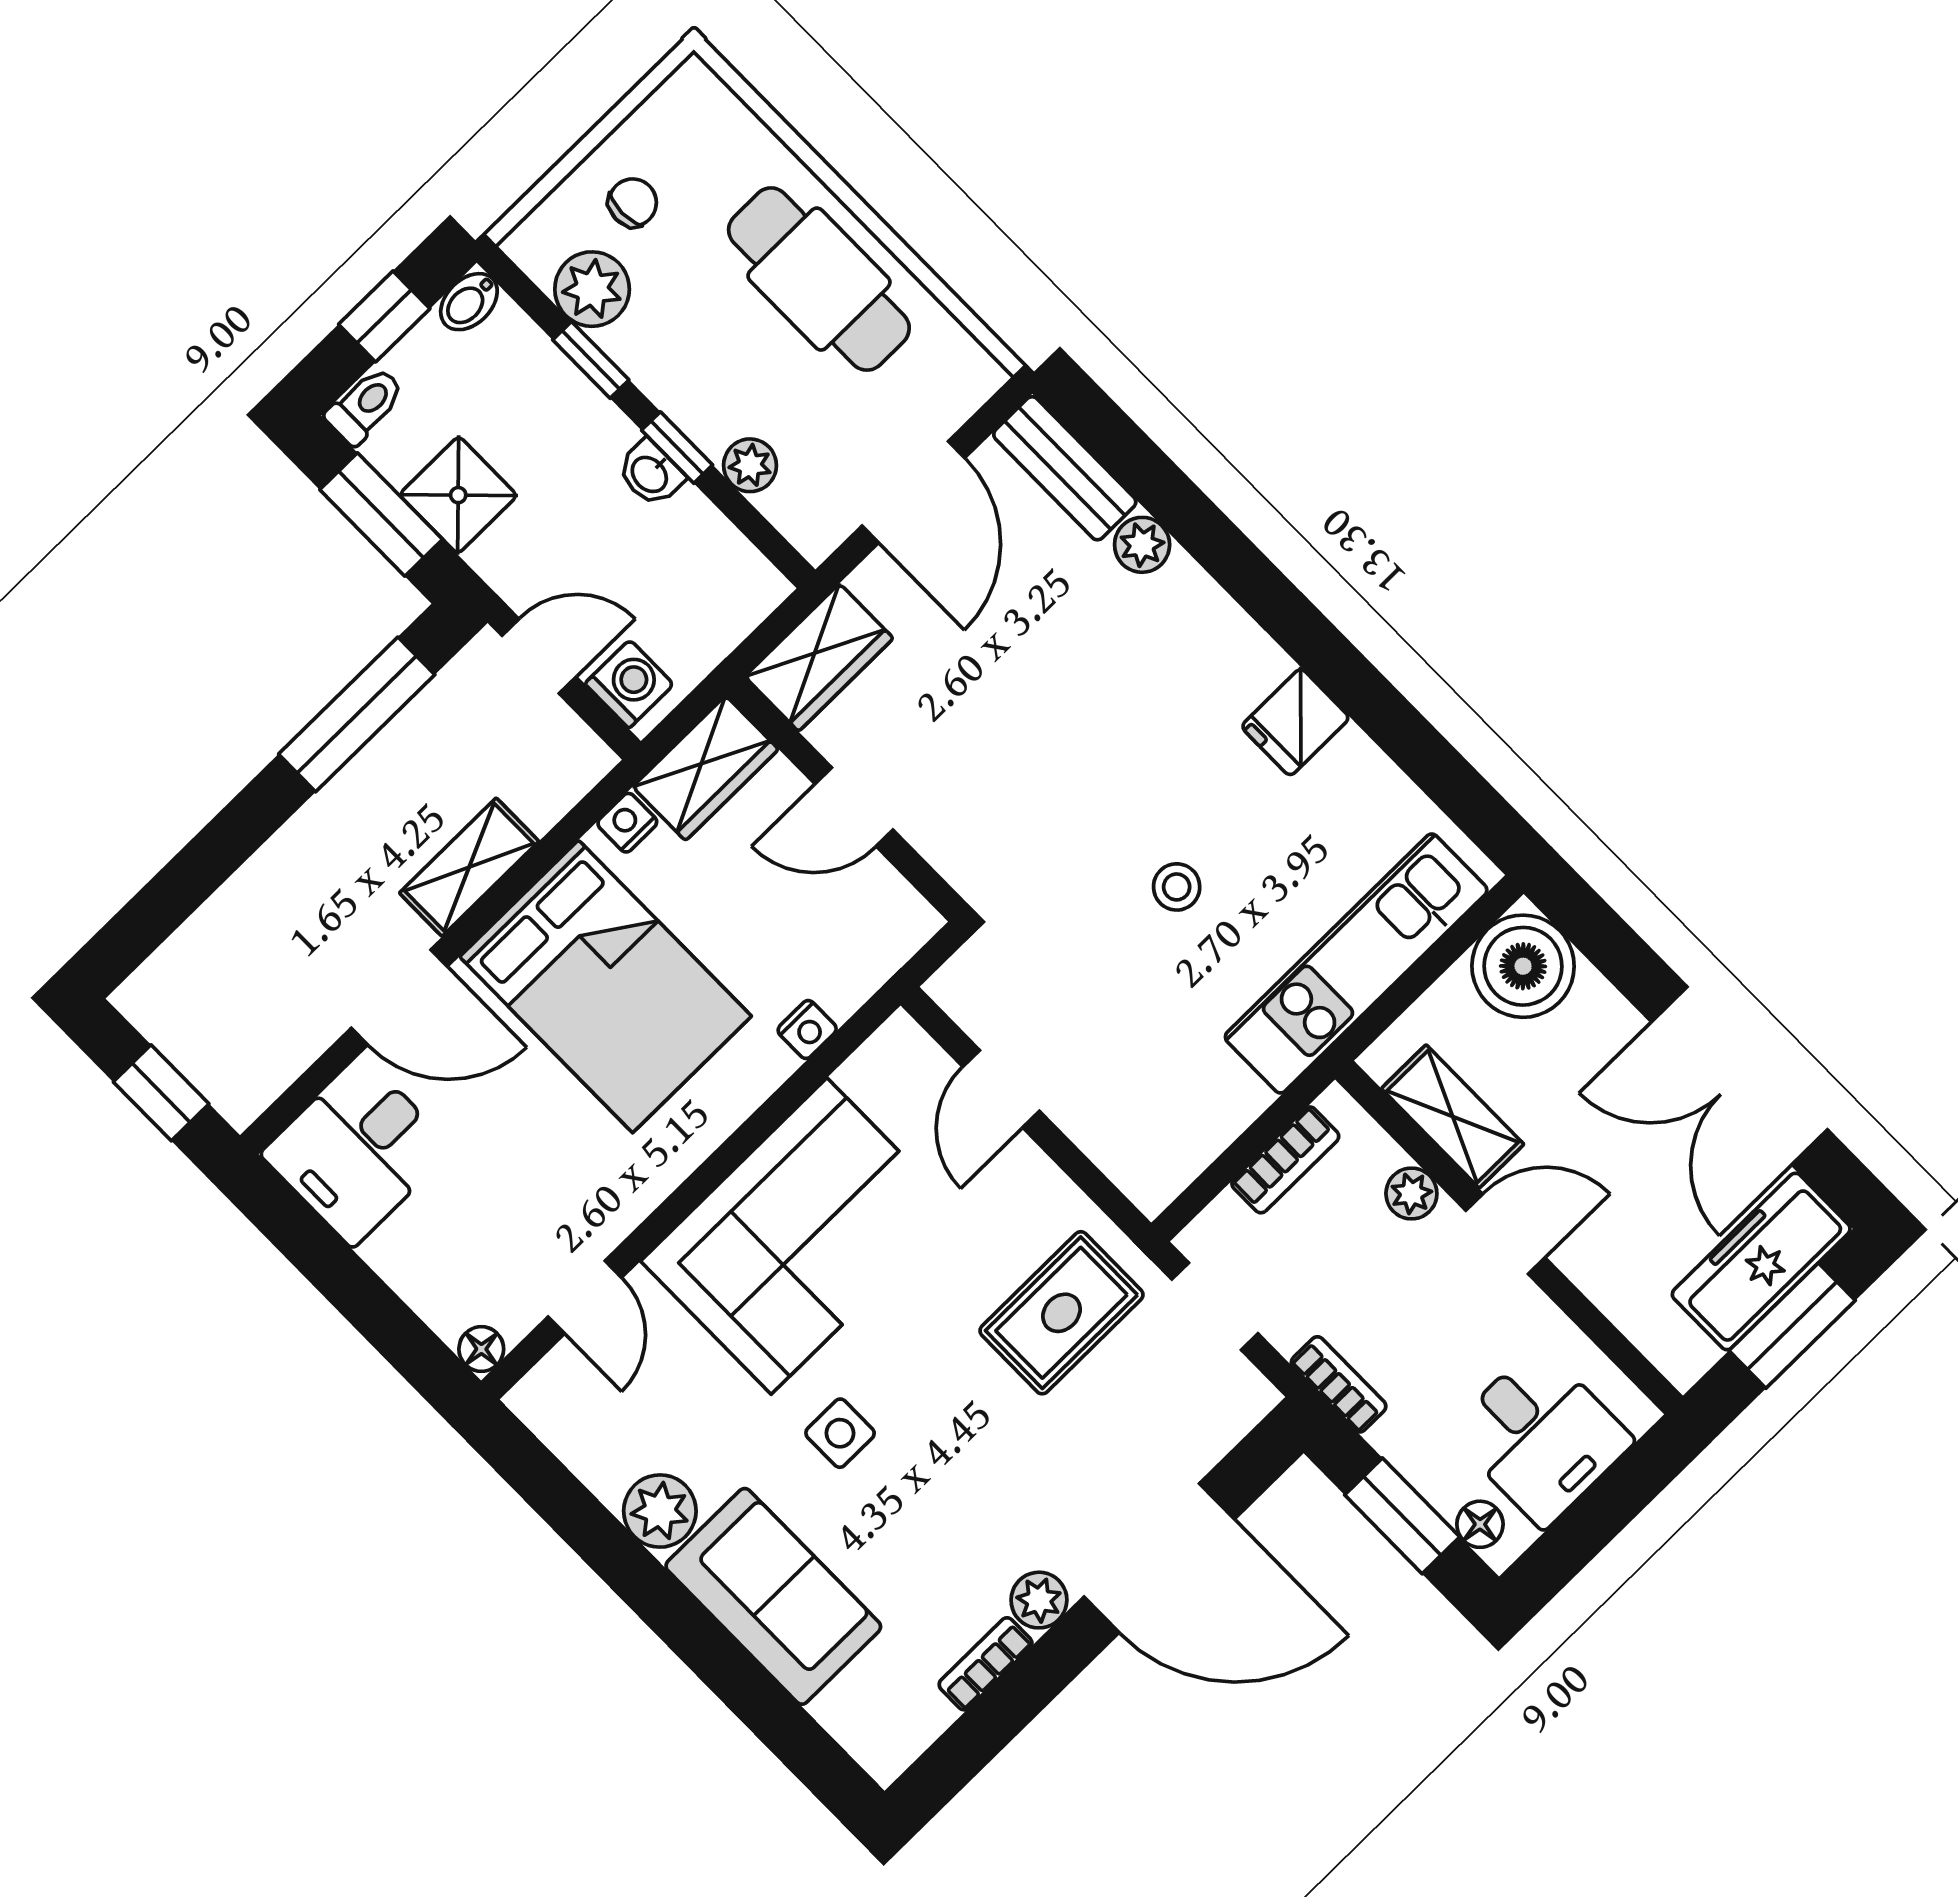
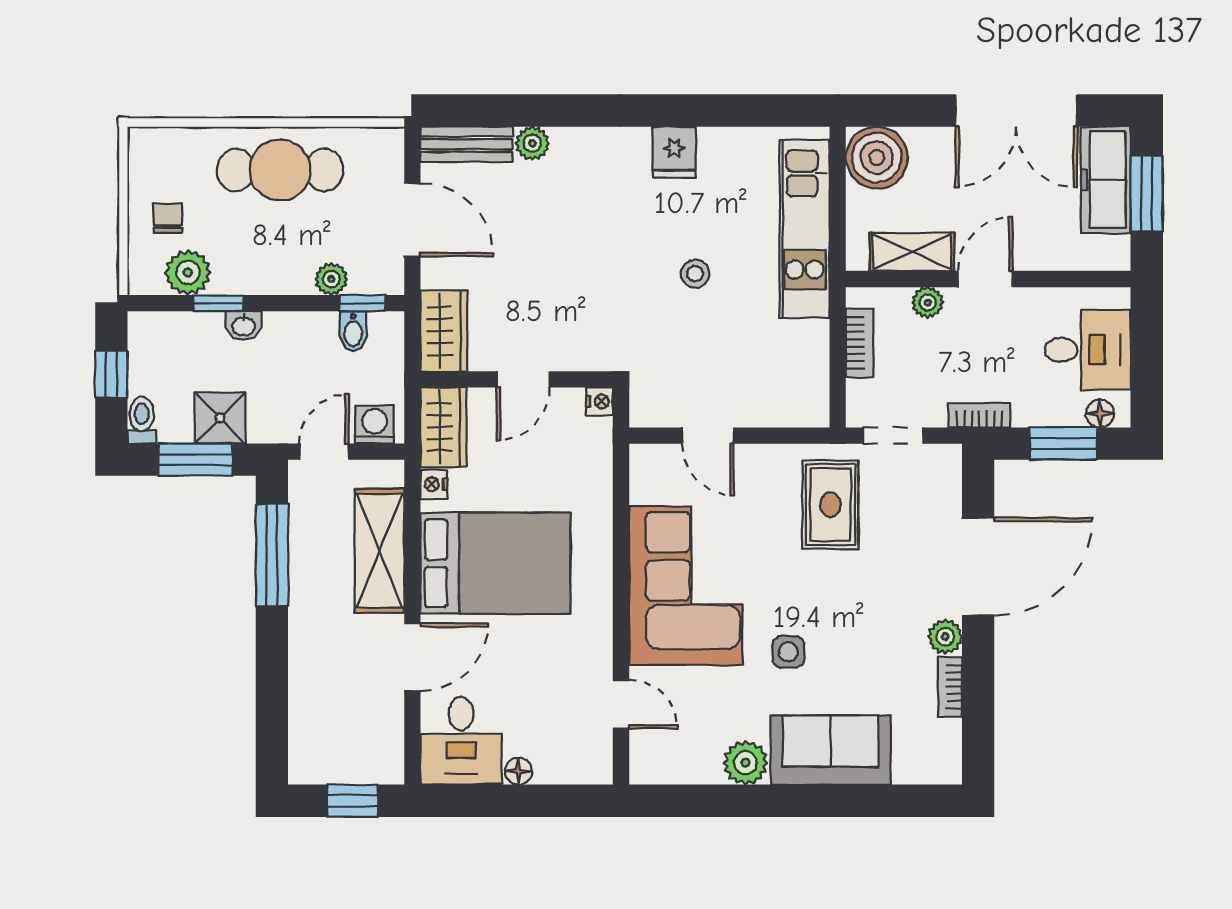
bidet: (469, 302) -> (353, 331), moved
window: (677, 448) -> (362, 303), moved
washbasin: (650, 473) -> (244, 326), moved
shelving: (469, 867) -> (380, 551), width x1.50, depth x1.33
nightstand: (807, 1030) -> (600, 401), moved
floor lamp: (481, 1349) -> (519, 771), moved

